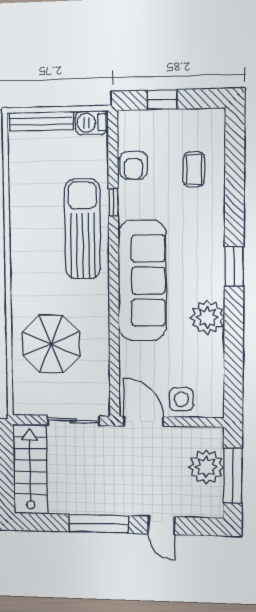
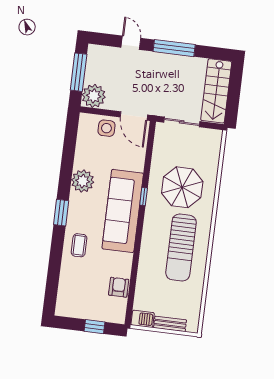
bench: (41, 121) -> (170, 324), width x0.73
coffee table: (194, 169) -> (79, 245), moved
window: (113, 202) -> (144, 197), moved
sun lounger: (83, 229) -> (181, 248), moved
parasol: (51, 344) -> (182, 187), moved
plant: (206, 467) -> (94, 96), moved

